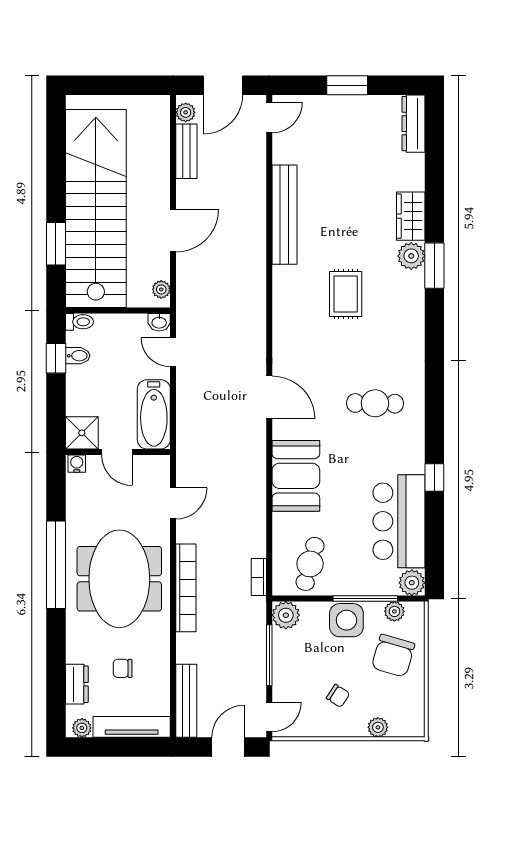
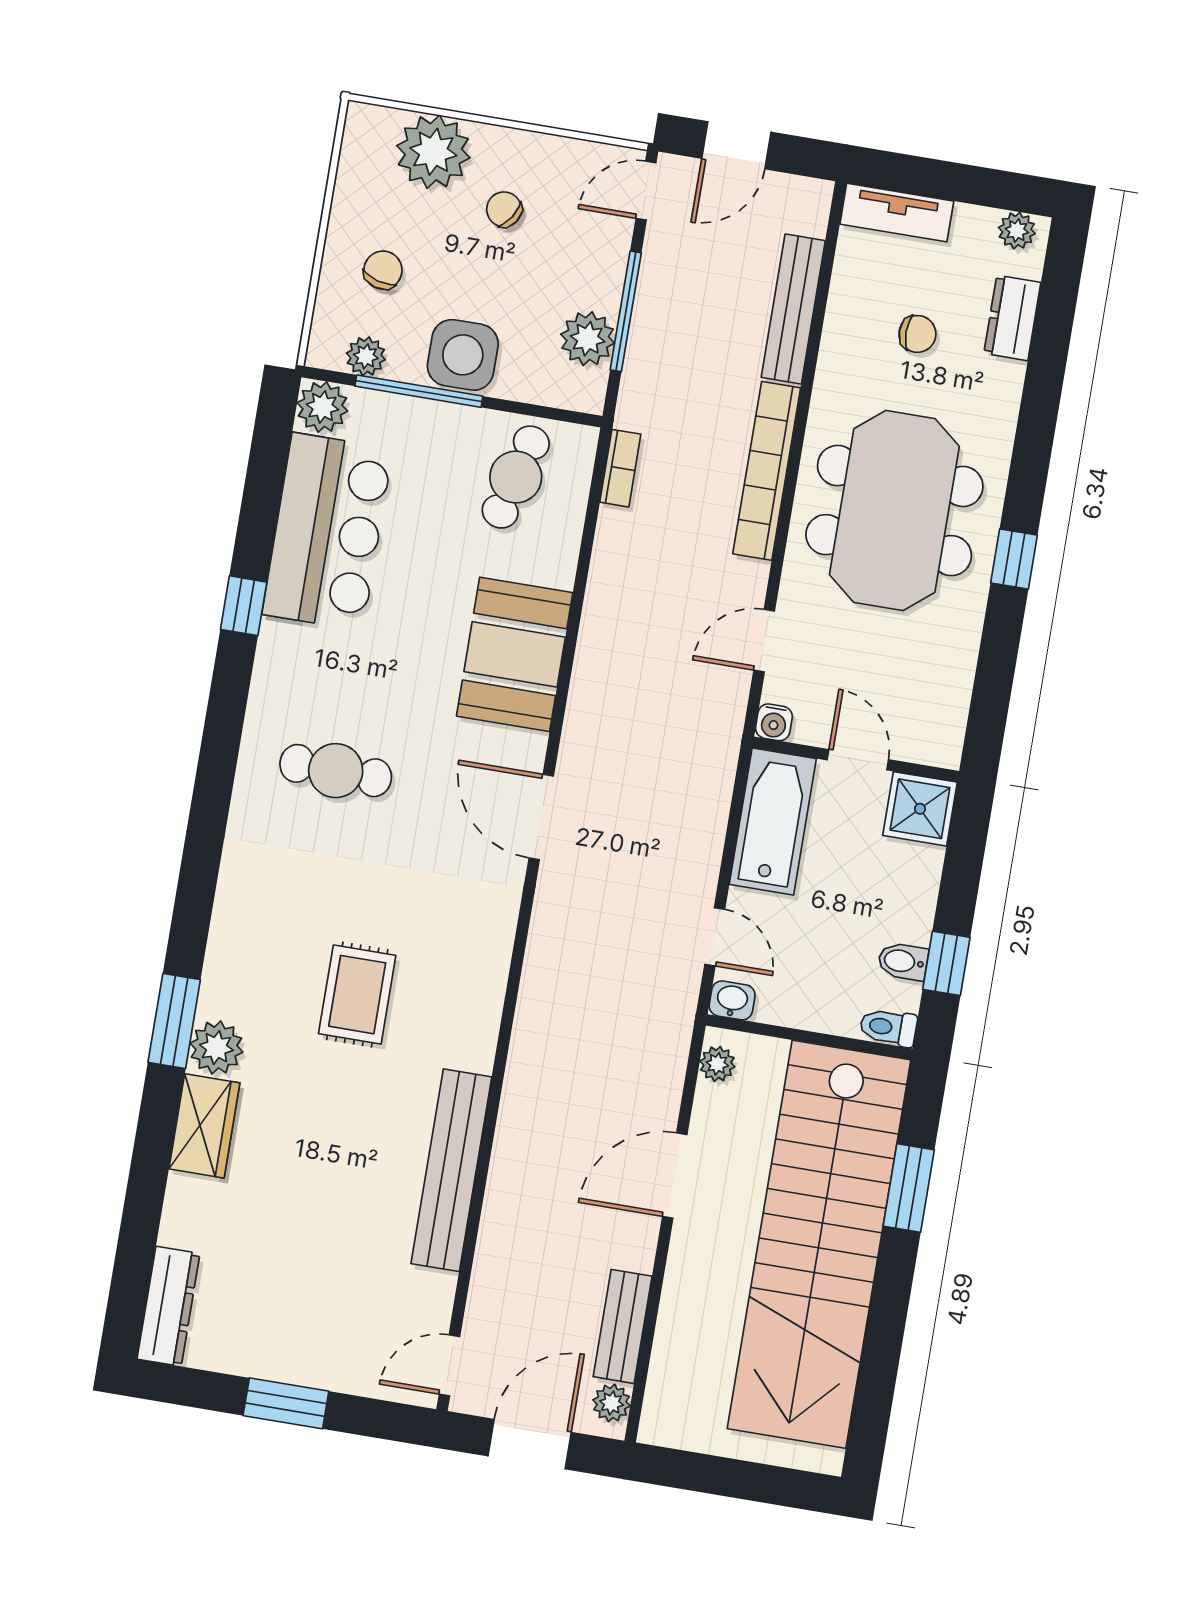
water cooler: (77, 464) -> (774, 722), moved
window: (56, 565) -> (1014, 559), width x0.32
plant: (286, 615) -> (588, 339), moved
chair: (393, 656) -> (383, 270), width x0.54, depth x0.54
bench: (186, 701) -> (793, 309), moved
tv unit: (132, 727) -> (897, 213), width x0.71
plant: (378, 727) -> (433, 152), width x1.87, depth x1.87

